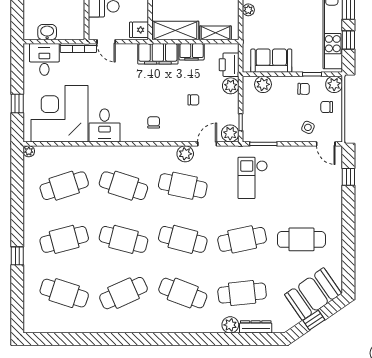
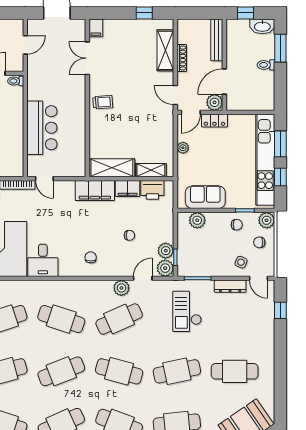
fridge: (139, 30) -> (76, 167), removed
printer: (229, 65) -> (152, 190), moved, turned -90
plant: (231, 86) -> (166, 251), moved
dresser: (297, 152) -> (230, 286), added
cafe table: (183, 186) -> (119, 319), turned -36
cafe table: (123, 239) -> (61, 371), turned -36

